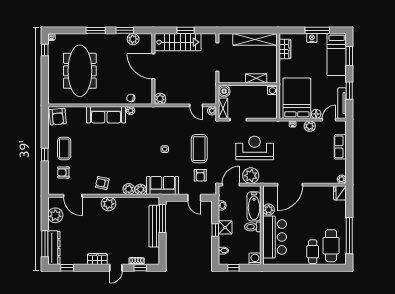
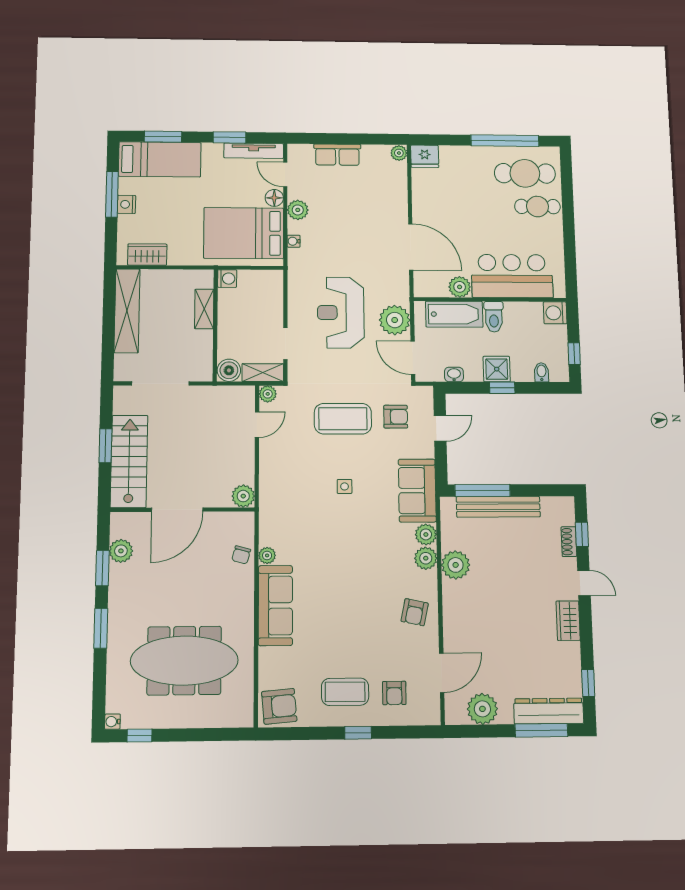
plant: (108, 204) -> (456, 565), moved

